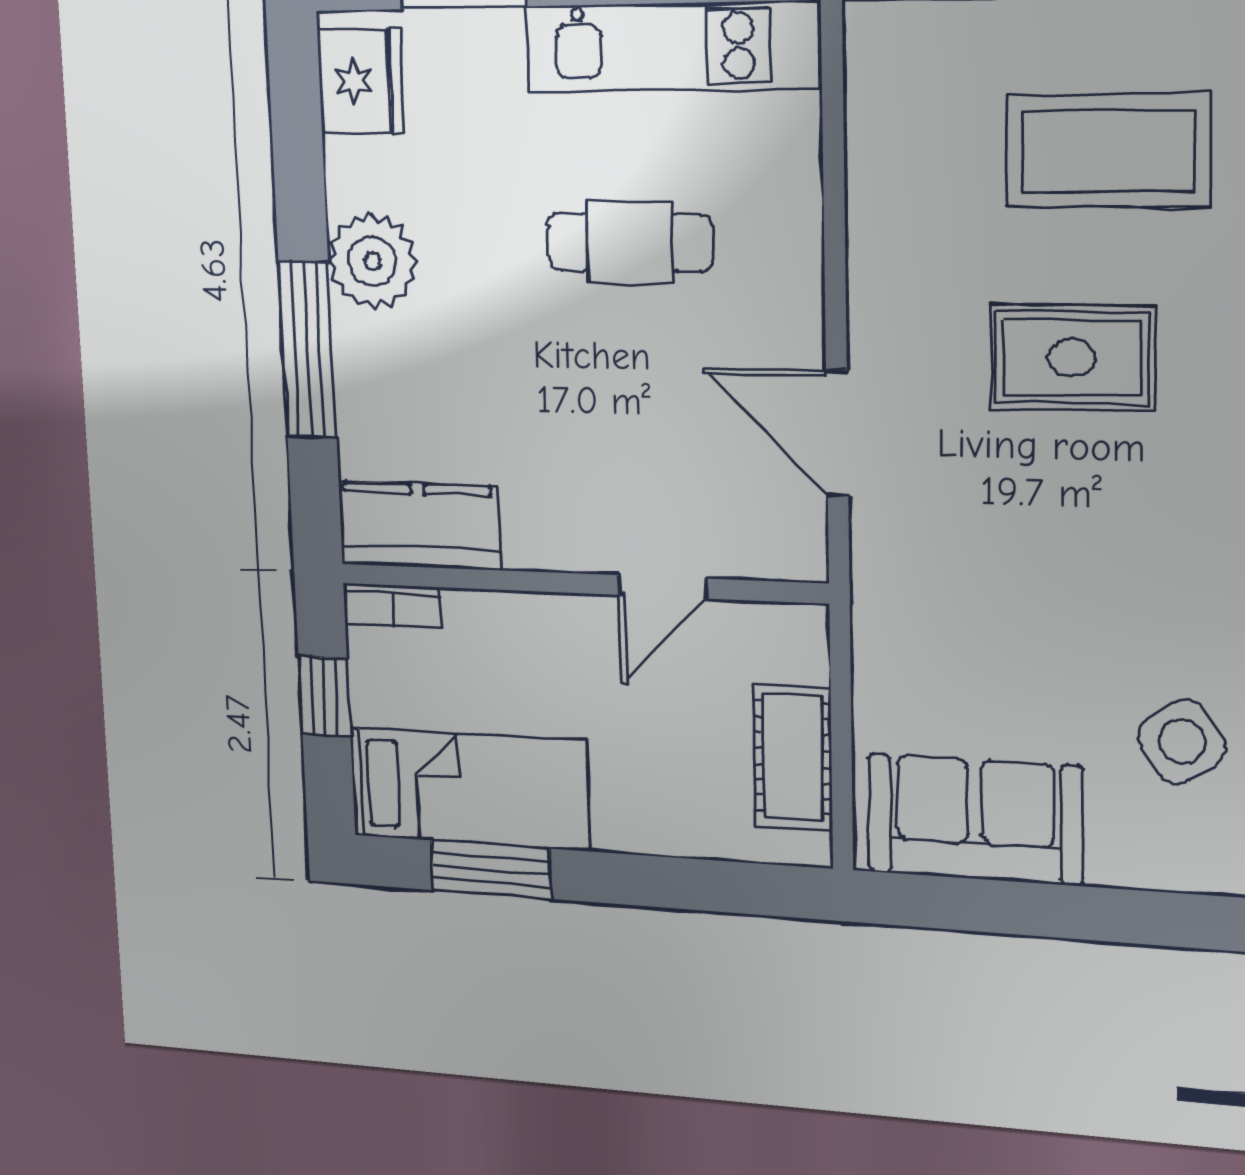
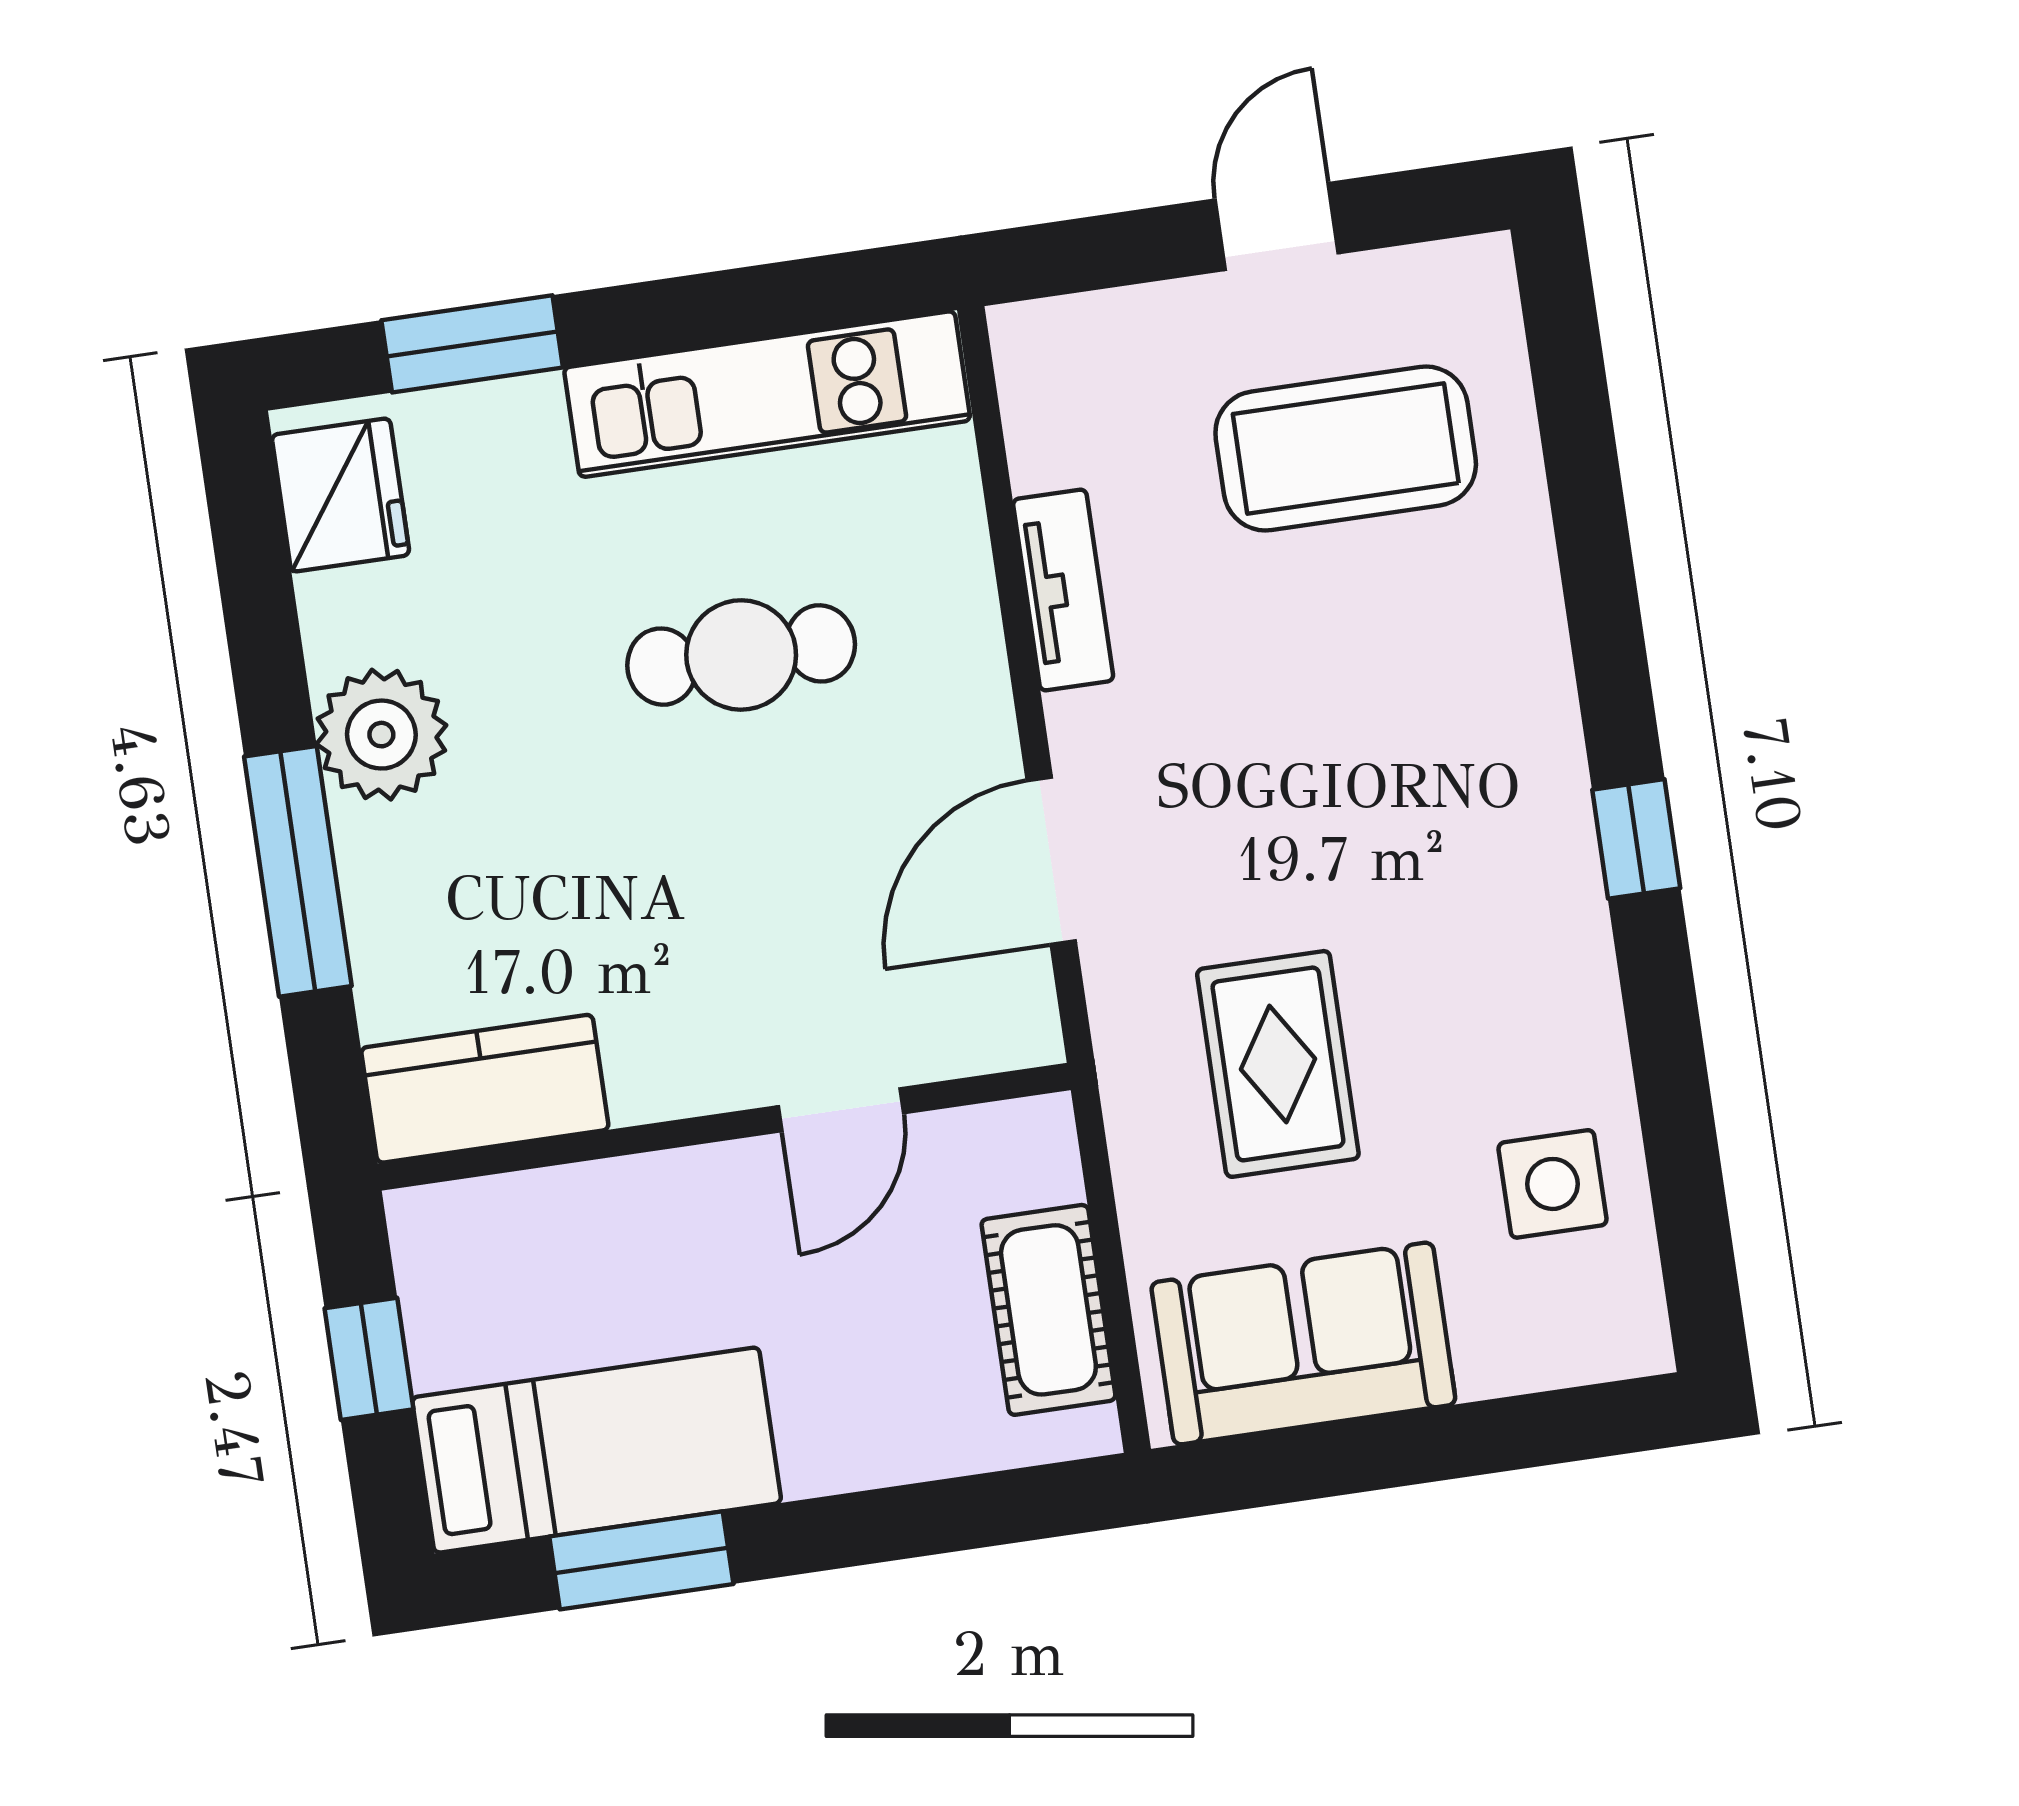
tv unit: (873, 230) -> (1063, 590), added
rug: (1072, 358) -> (1278, 1064), moved, turned 90
door: (837, 433) -> (1051, 861), hinge flipped
bookcase: (392, 605) -> (457, 1209), removed
side table: (1182, 742) -> (1553, 1184), turned 35

